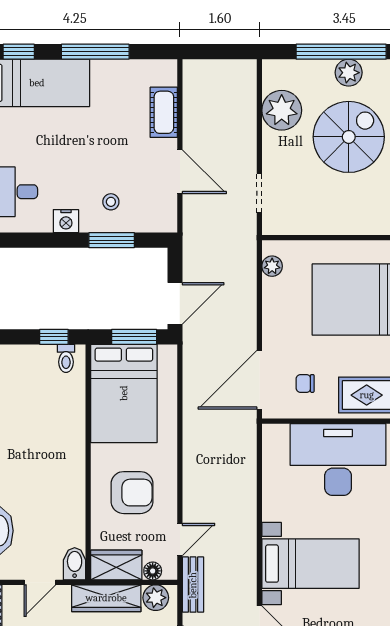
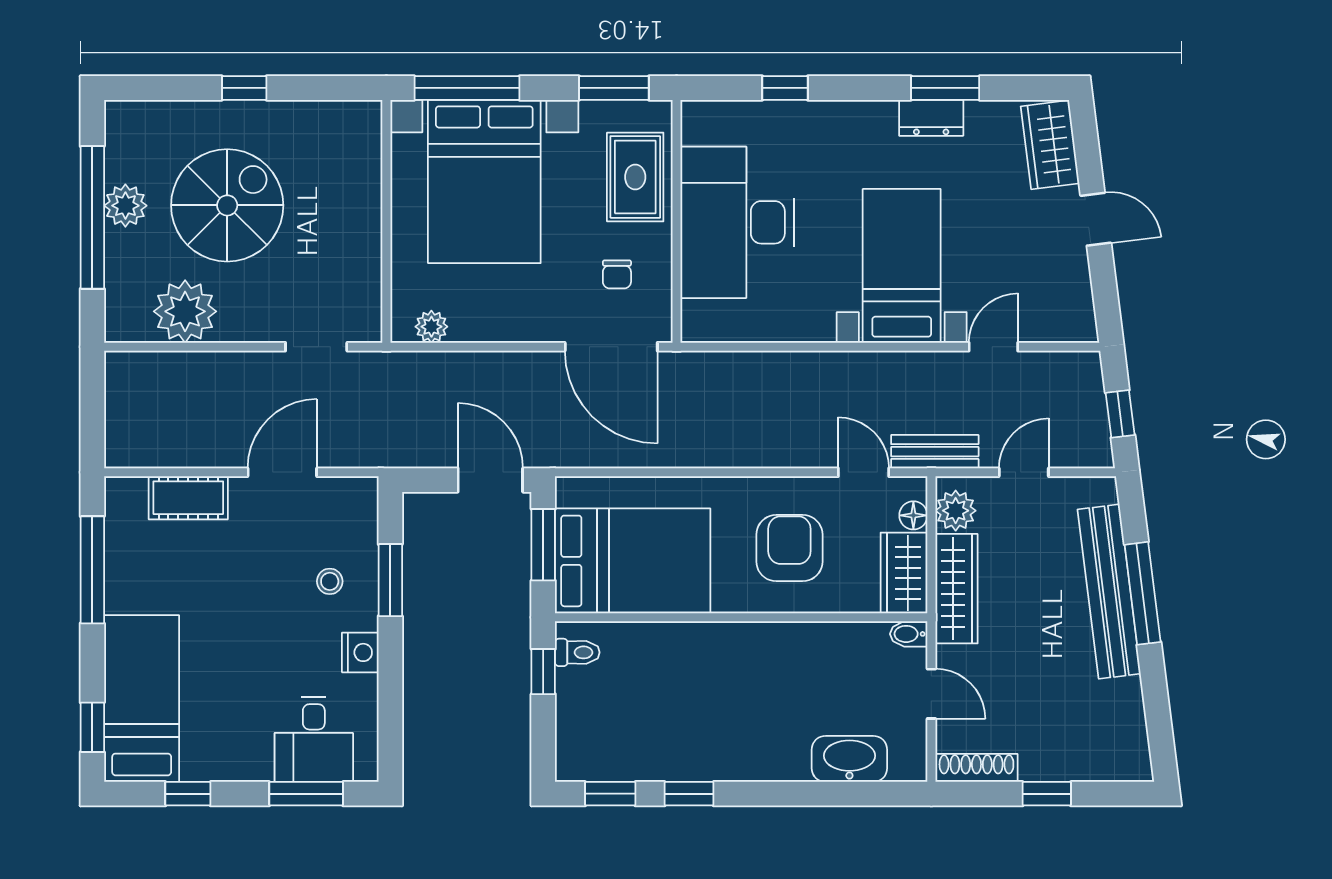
window: (95, 52) -> (92, 570), moved
spiral stairs: (349, 137) -> (227, 205), turned 90
bidet: (75, 564) -> (909, 634), width x0.72, depth x0.74

